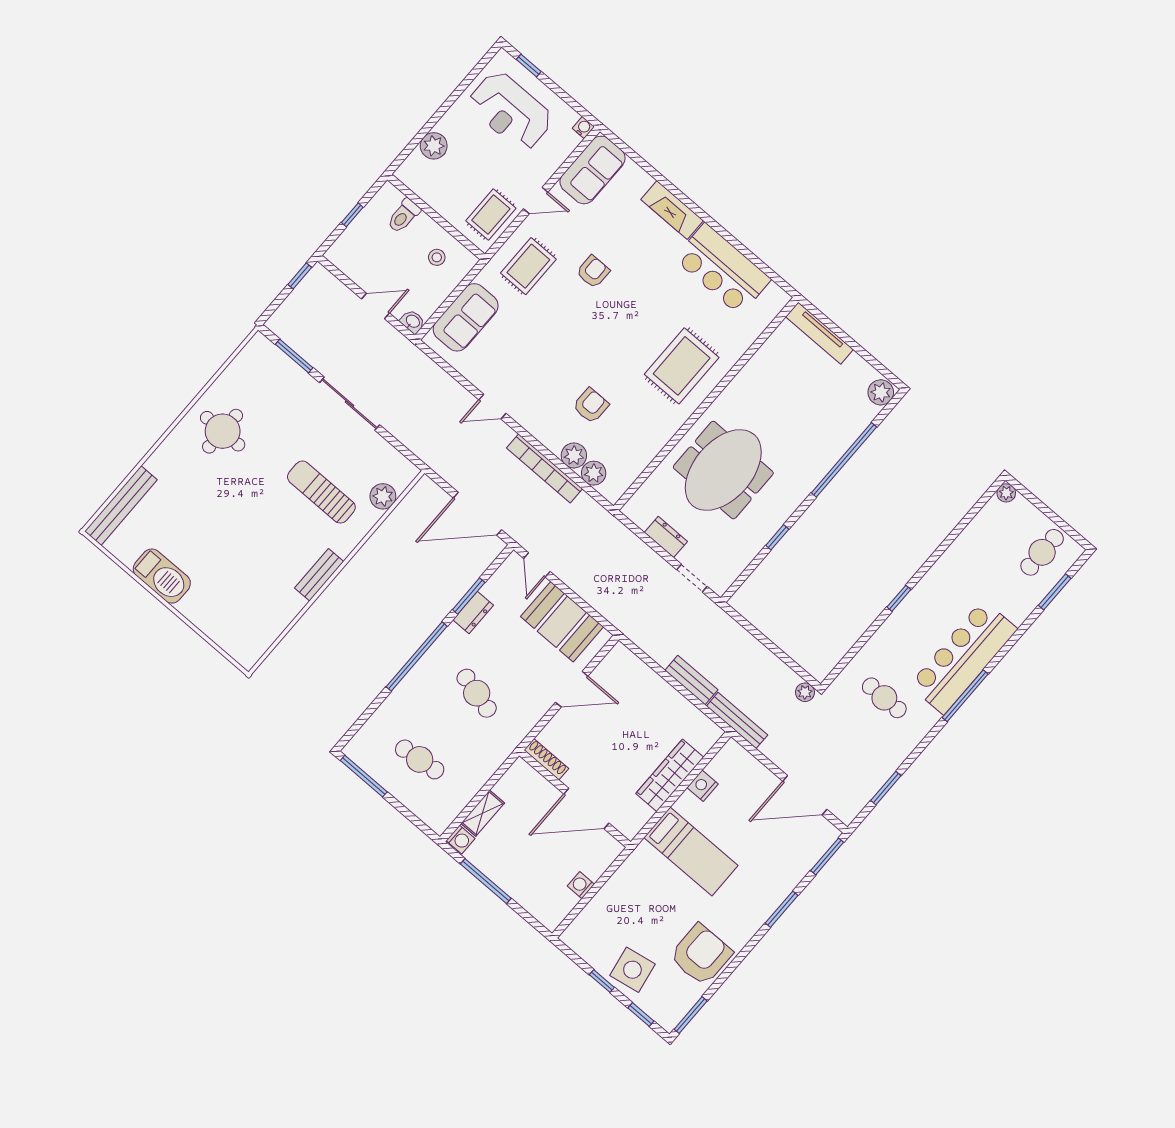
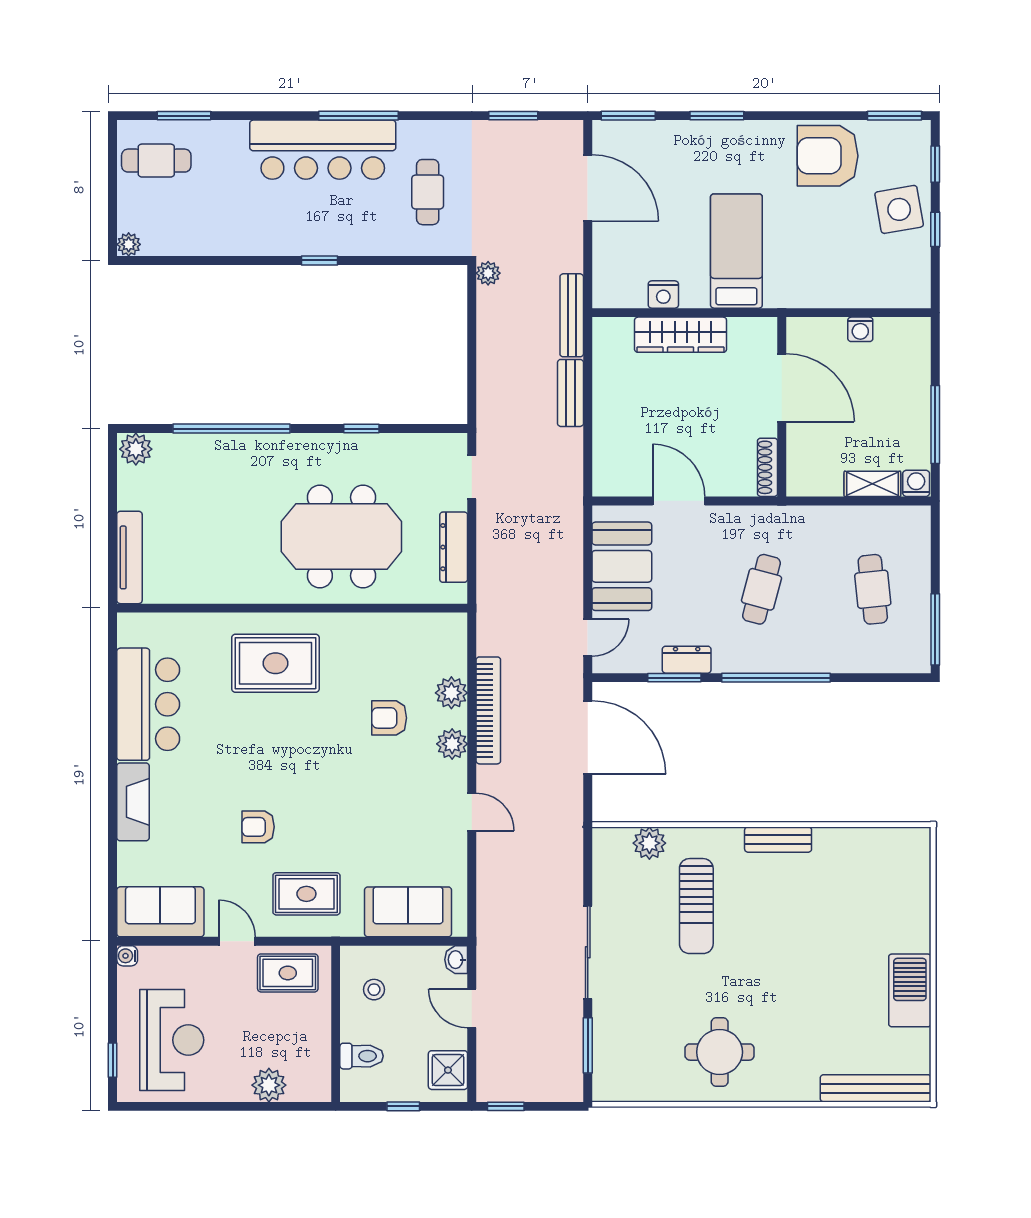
shower: (351, 260) -> (448, 1070), added
plant: (594, 473) -> (452, 744), moved
dresser: (666, 537) -> (454, 547), width x1.44

